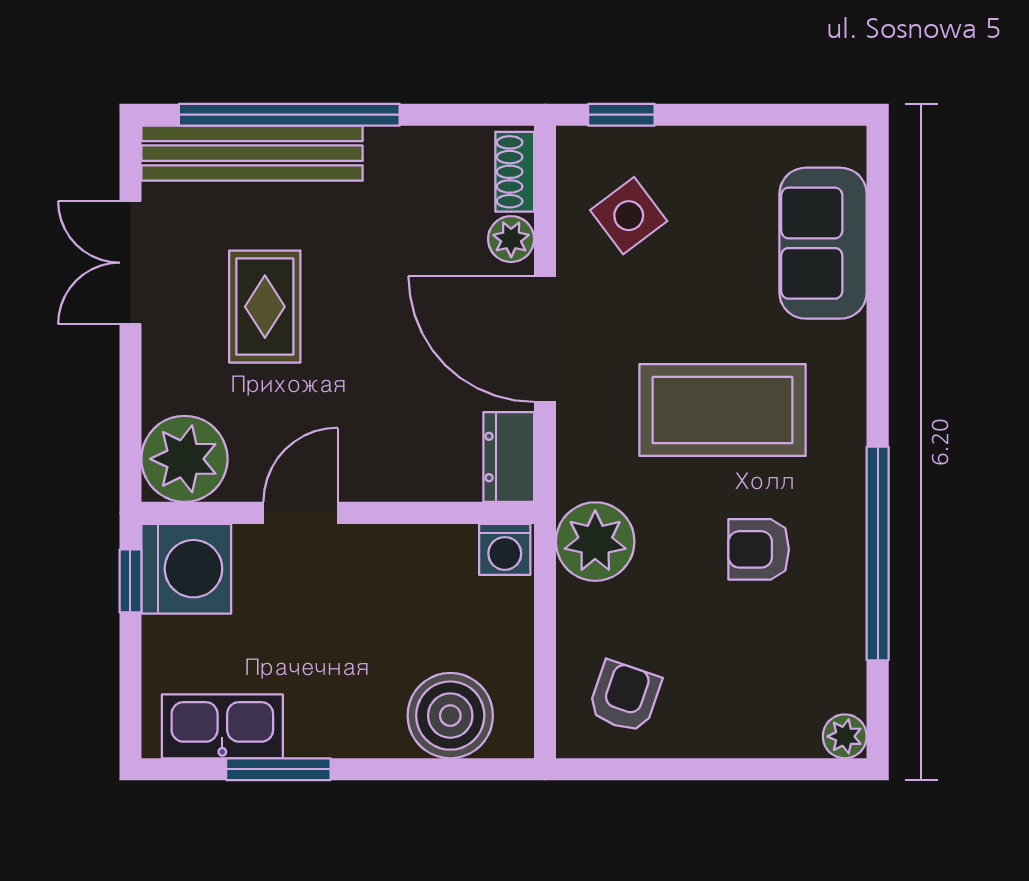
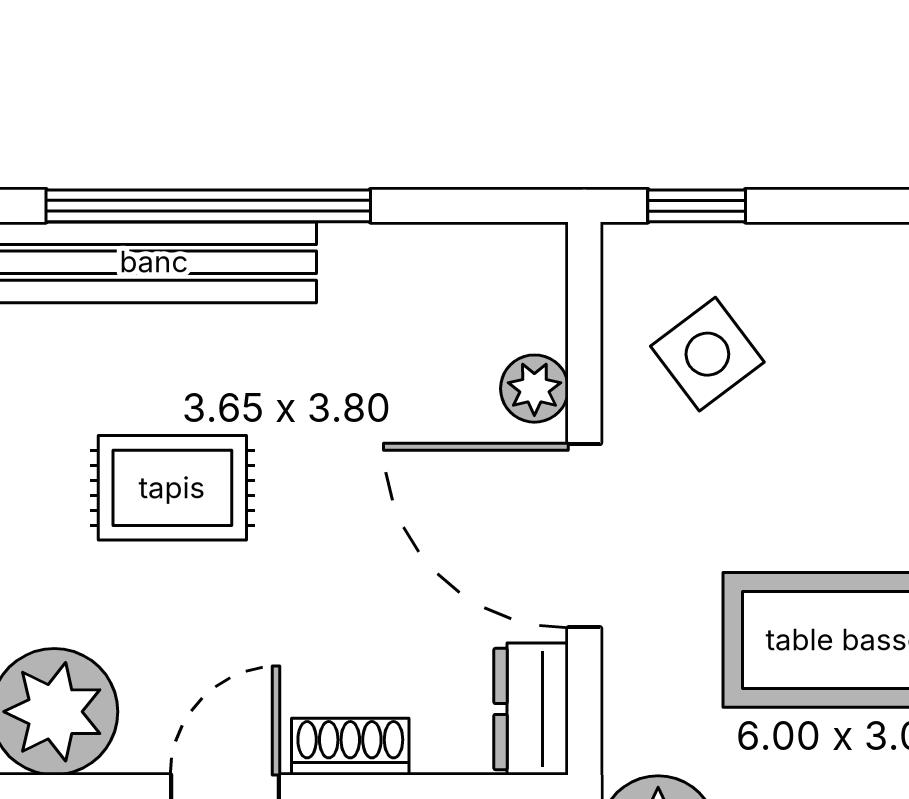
shoe rack: (515, 172) -> (350, 747), moved, turned 90
rug: (265, 307) -> (172, 488), turned 90

